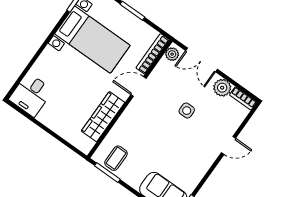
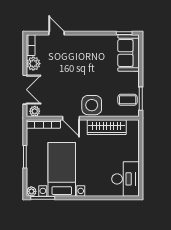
desk: (31, 95) -> (126, 179), width x1.37
side table: (187, 111) -> (92, 105), moved, width x1.87, depth x1.87
door: (228, 145) -> (56, 33), moved

